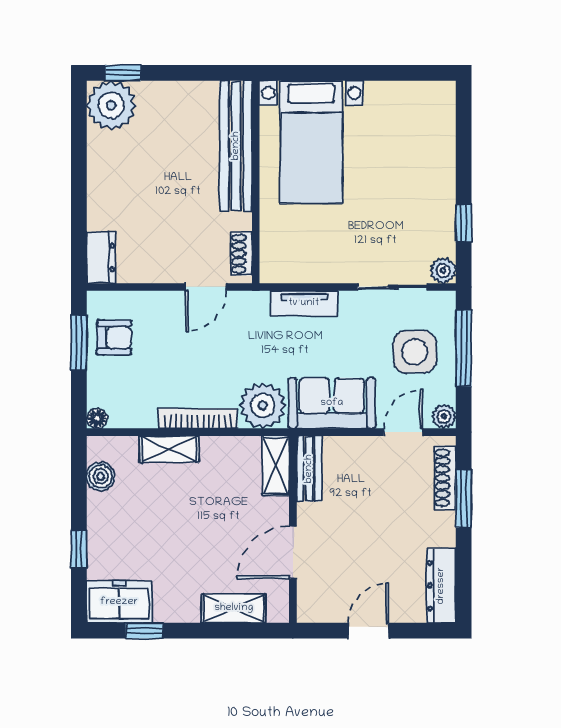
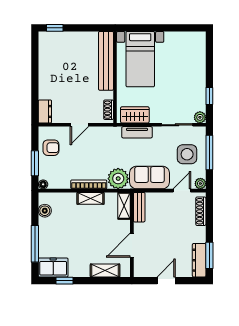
plant: (111, 105) -> (50, 43), removed
wardrobe: (300, 265) -> (135, 115), added
door: (206, 287) -> (79, 125), moved
window: (79, 343) -> (35, 163), moved
shelving: (169, 449) -> (91, 198), moved
window: (464, 498) -> (209, 255), moved
window: (79, 549) -> (35, 244), width x2.17

